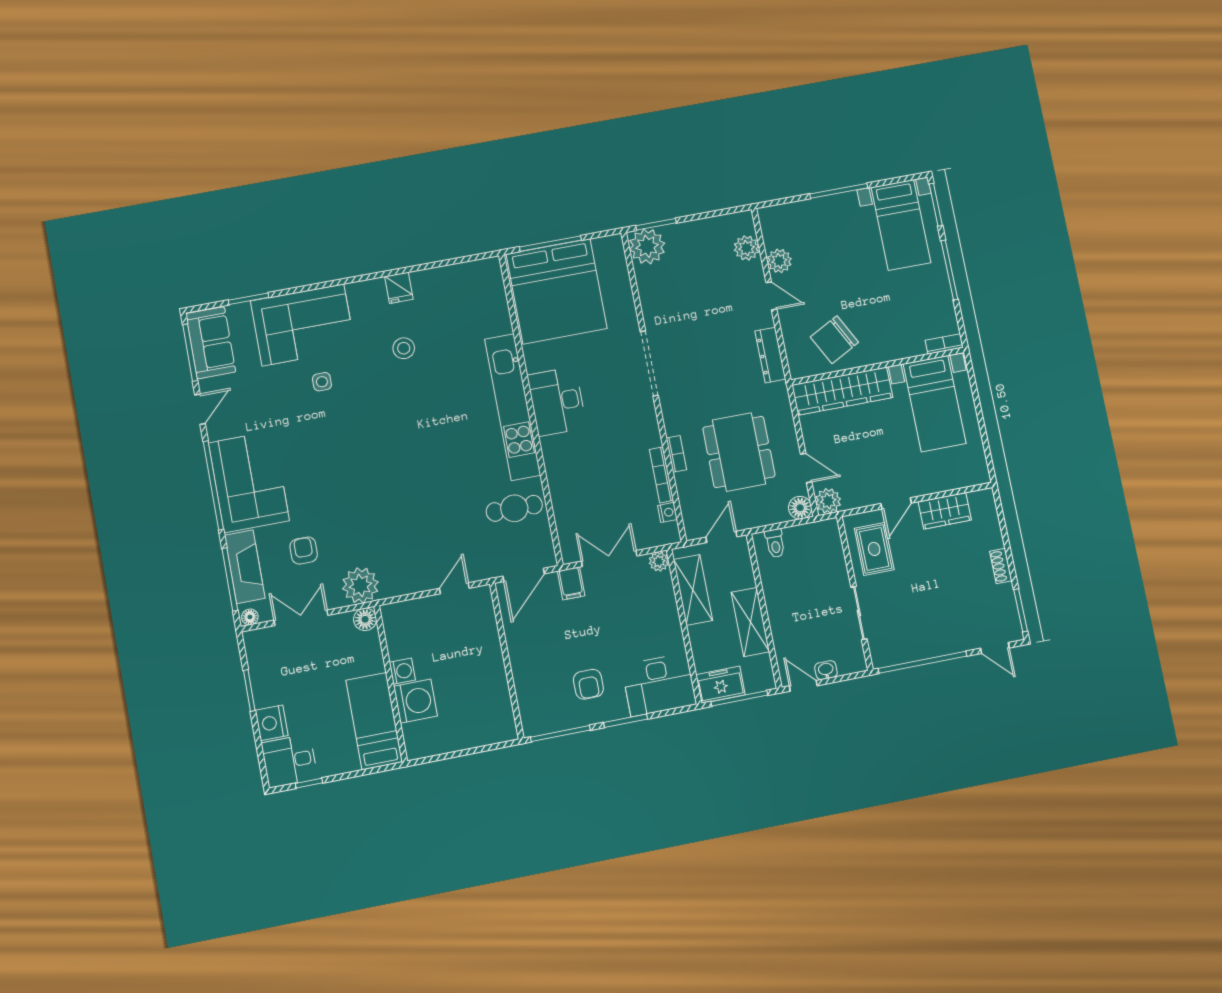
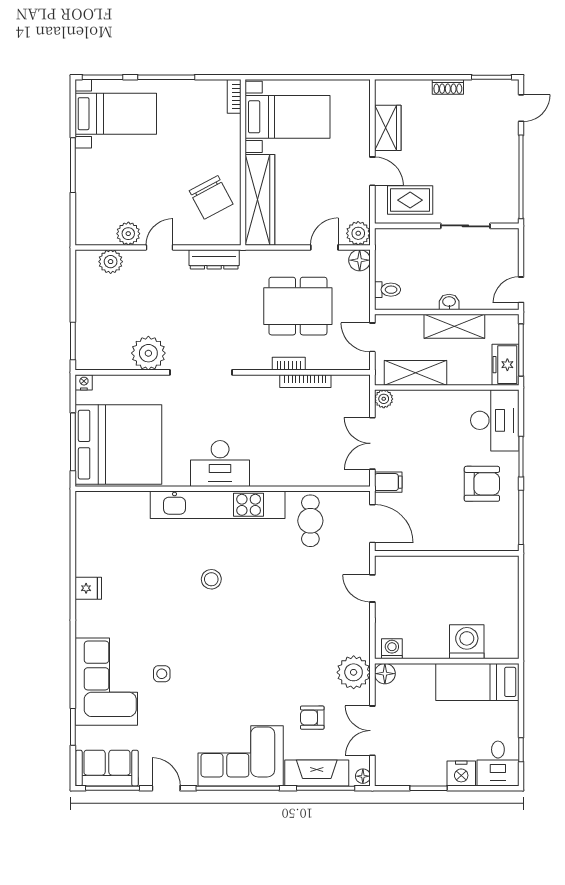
plant: (647, 246) -> (148, 353), moved
stool: (404, 348) -> (211, 579), moved
nightstand: (667, 512) -> (84, 382), moved
washbasin: (826, 670) -> (449, 302), moved, turned 90
washing machine: (402, 671) -> (392, 649), moved
armchair: (588, 684) -> (482, 484), width x1.38, depth x1.38

